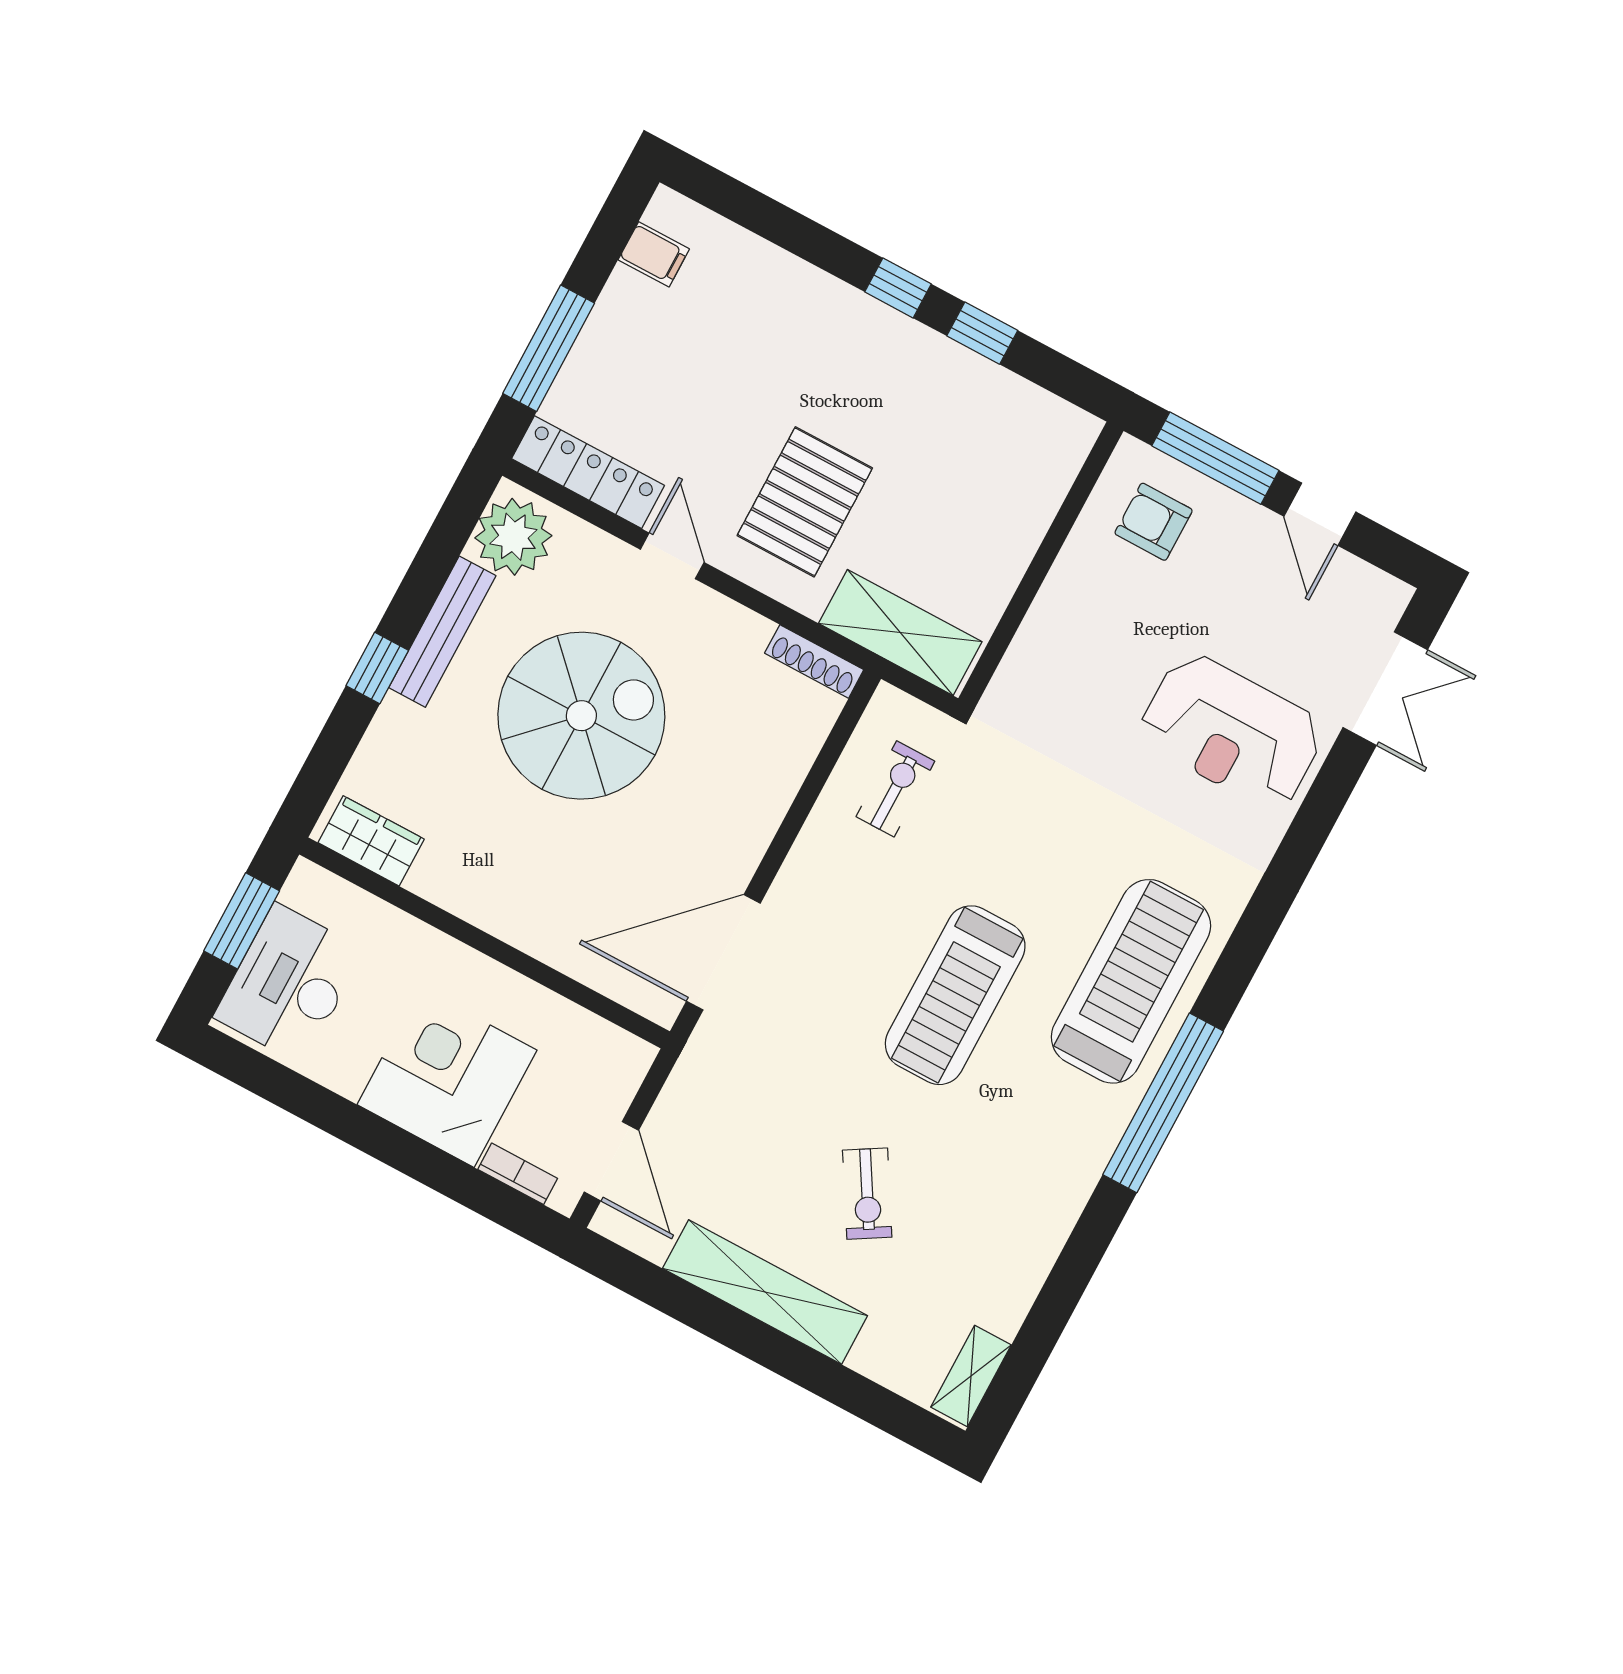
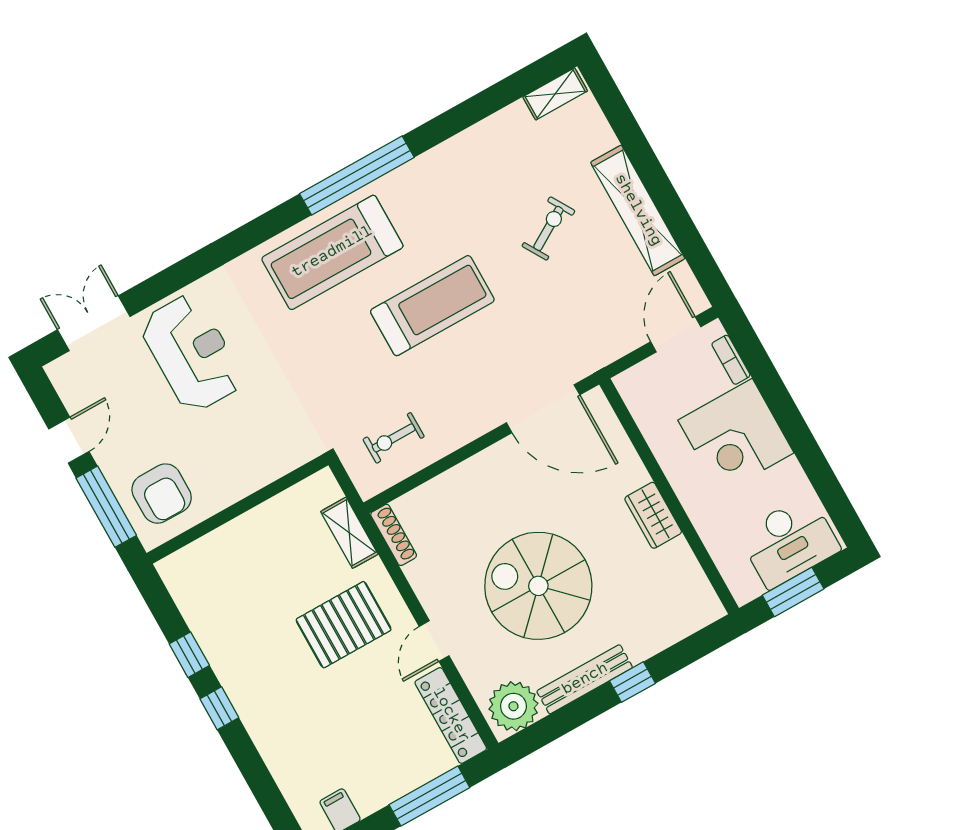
armchair: (1154, 522) -> (162, 494), width x1.38, depth x1.38
shelving: (900, 633) -> (349, 533), width x0.67, depth x0.75
wardrobe: (371, 841) -> (653, 515), moved

